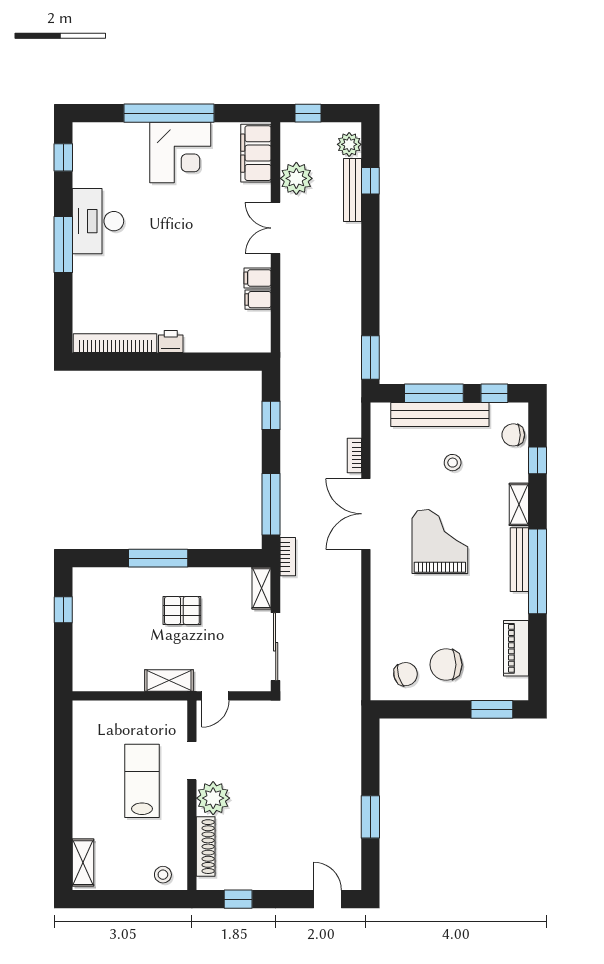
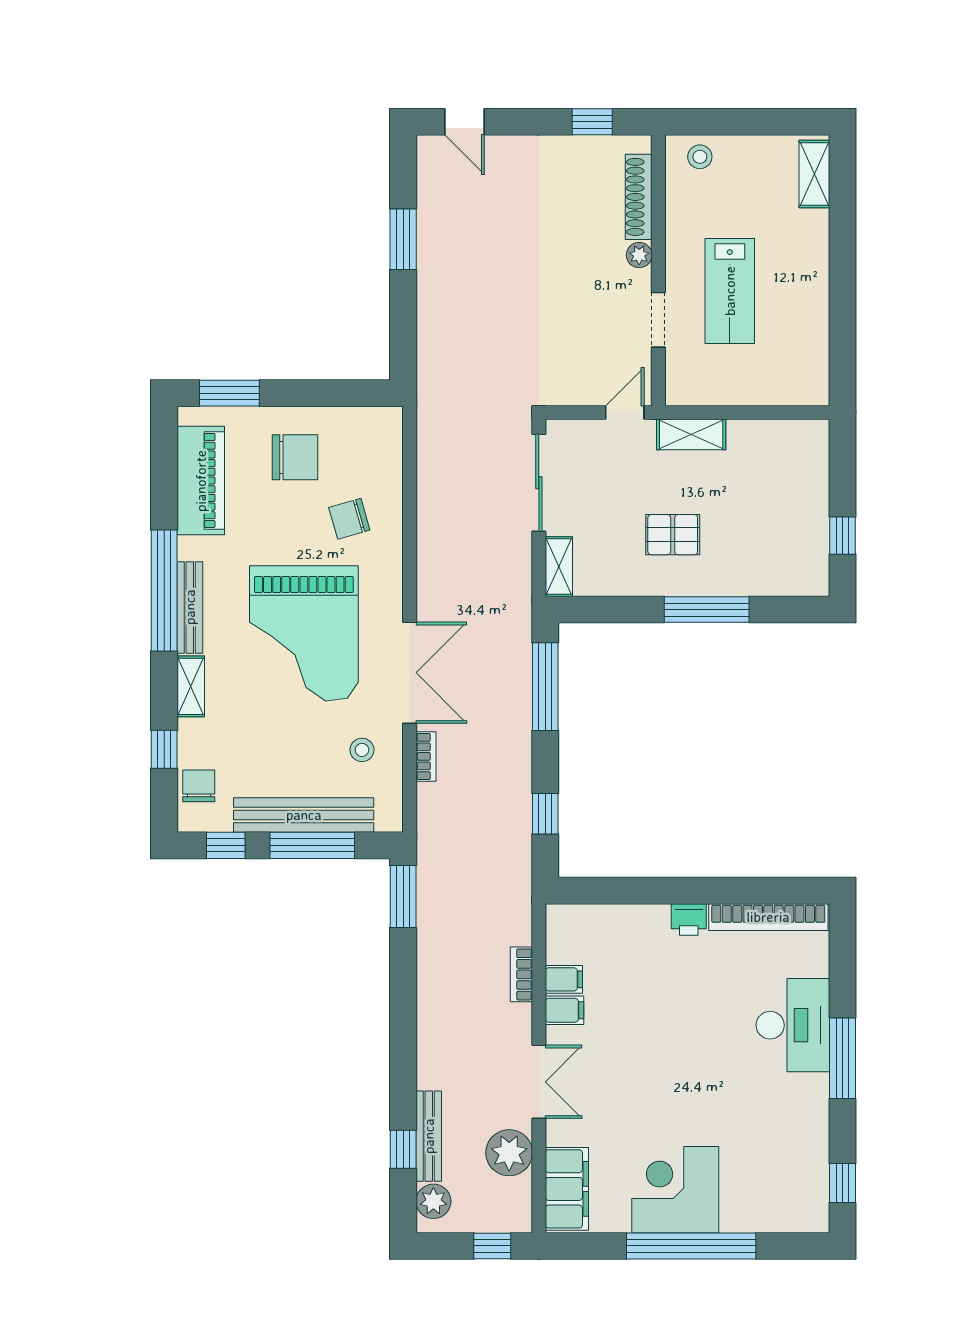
desk: (98, 221) -> (793, 1025), moved
chair: (513, 435) -> (199, 786), turned -90
stool: (453, 463) -> (362, 750), moved
grand piano: (440, 541) -> (304, 633), width x1.37, depth x1.48
bookcase: (288, 557) -> (521, 974), moved
piano: (516, 648) -> (201, 481), width x1.37, depth x1.33
chair: (406, 674) -> (349, 519), moved
plant: (213, 798) -> (639, 255), width x0.53, depth x0.53

